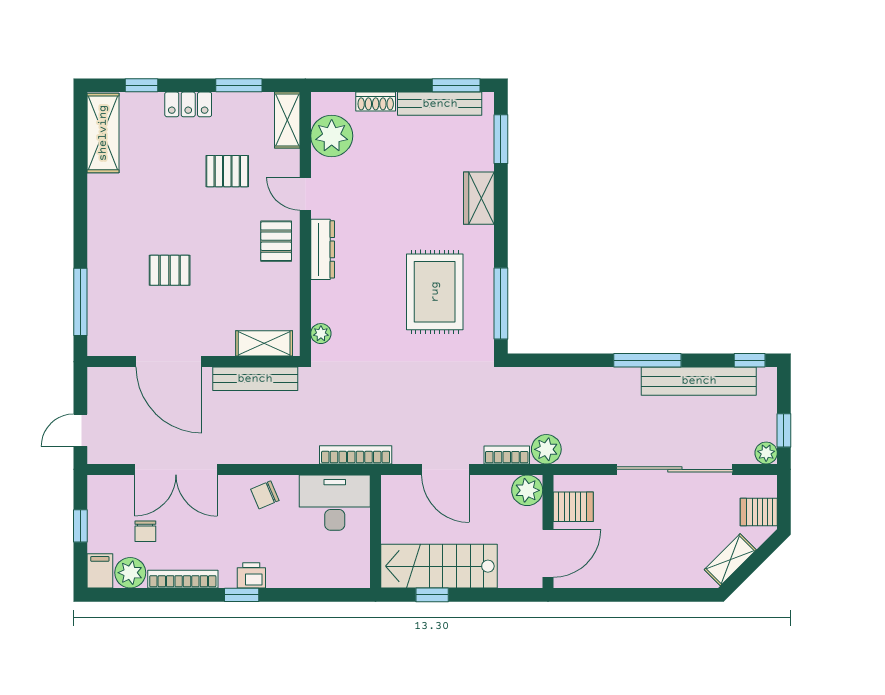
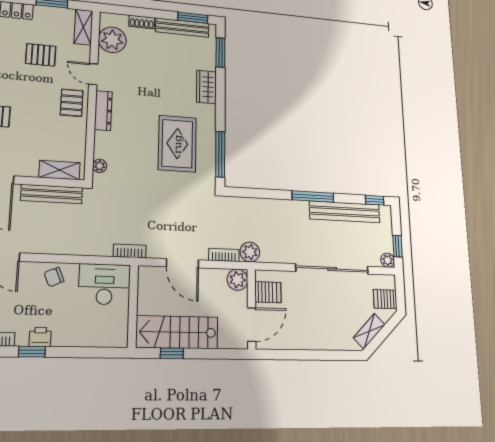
bookcase: (356, 455) -> (130, 251), width x0.64

